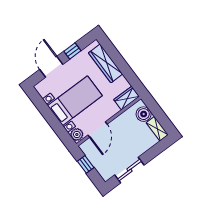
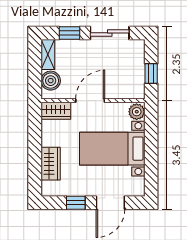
wardrobe: (106, 63) -> (51, 164), width x0.67
door: (97, 130) -> (90, 101), moved
window: (154, 152) -> (70, 33), added

